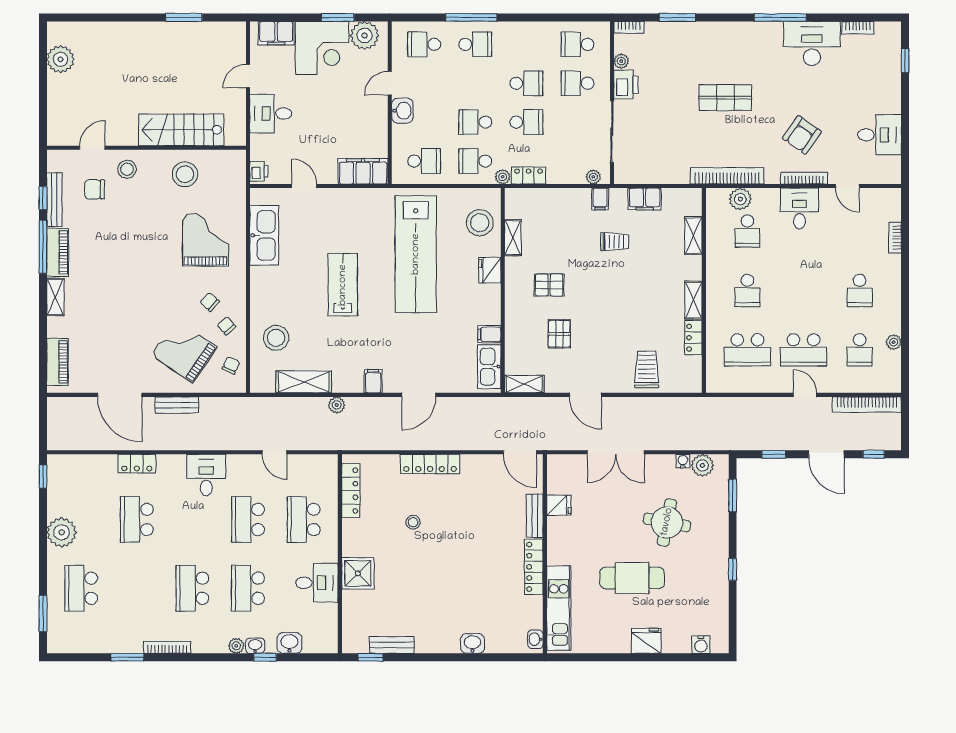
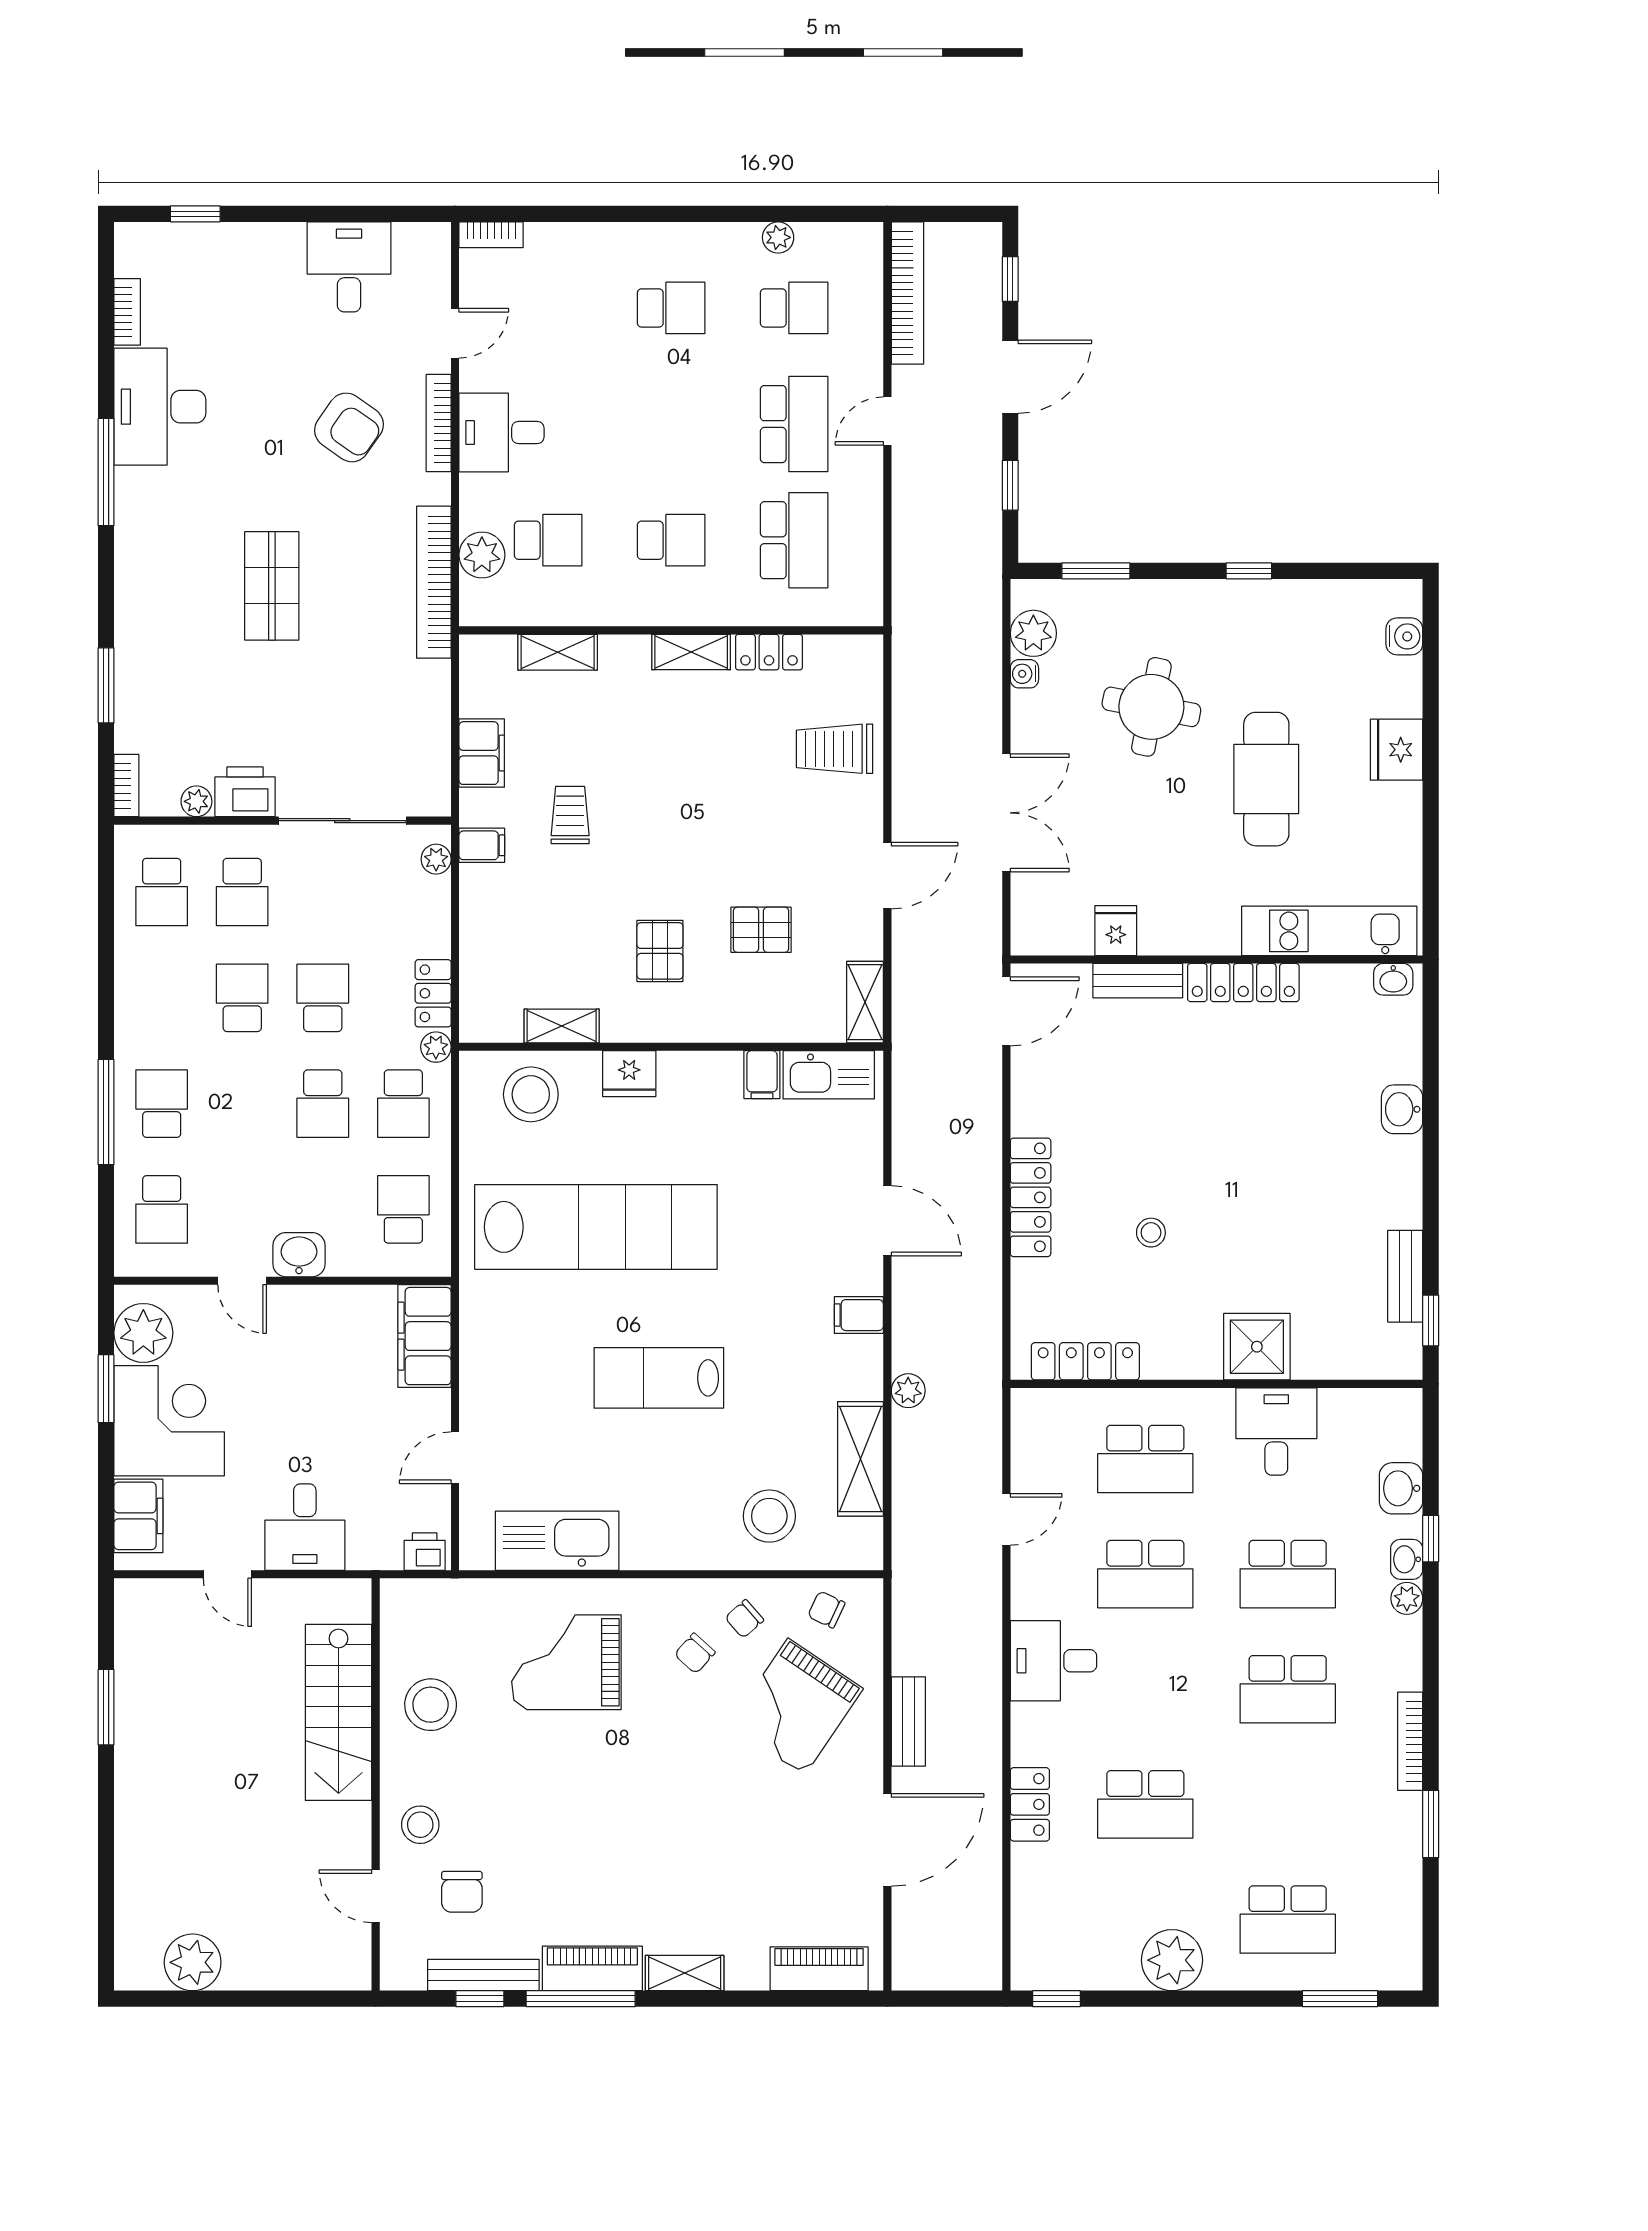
bookcase: (895, 238) -> (491, 235), moved

